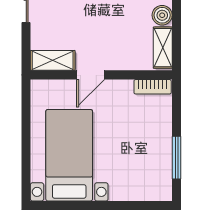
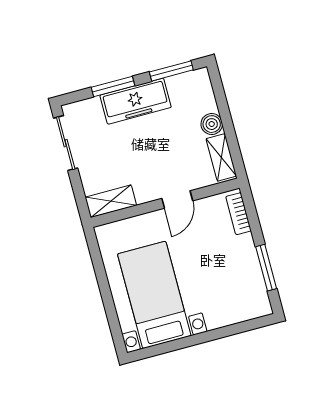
door: (91, 75) -> (177, 200), moved
bookcase: (153, 87) -> (238, 214), moved, turned 90

